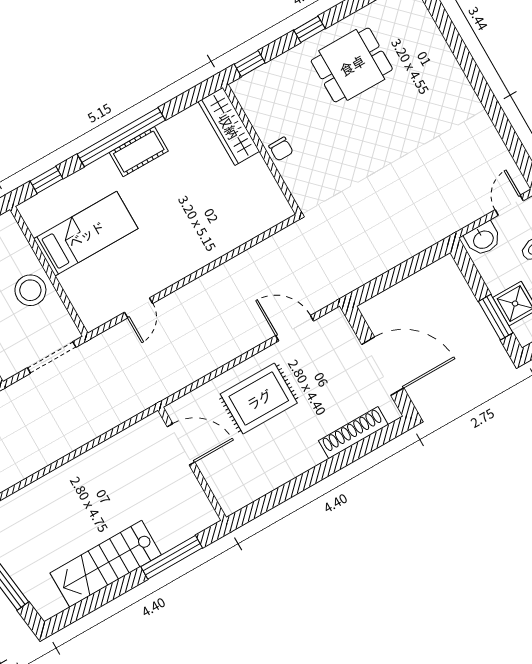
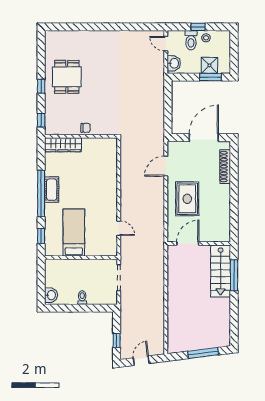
stool: (30, 290) -> (85, 270), removed
stairs: (106, 564) -> (221, 271), moved

